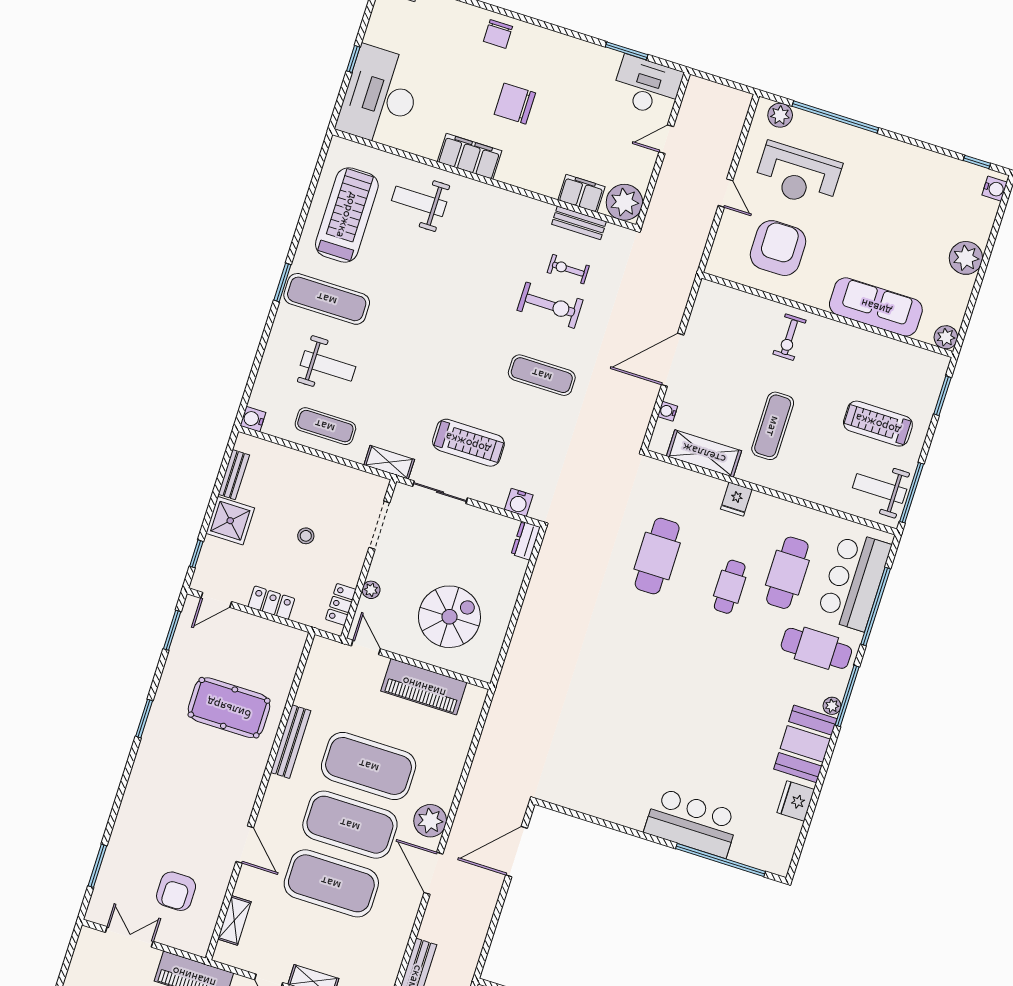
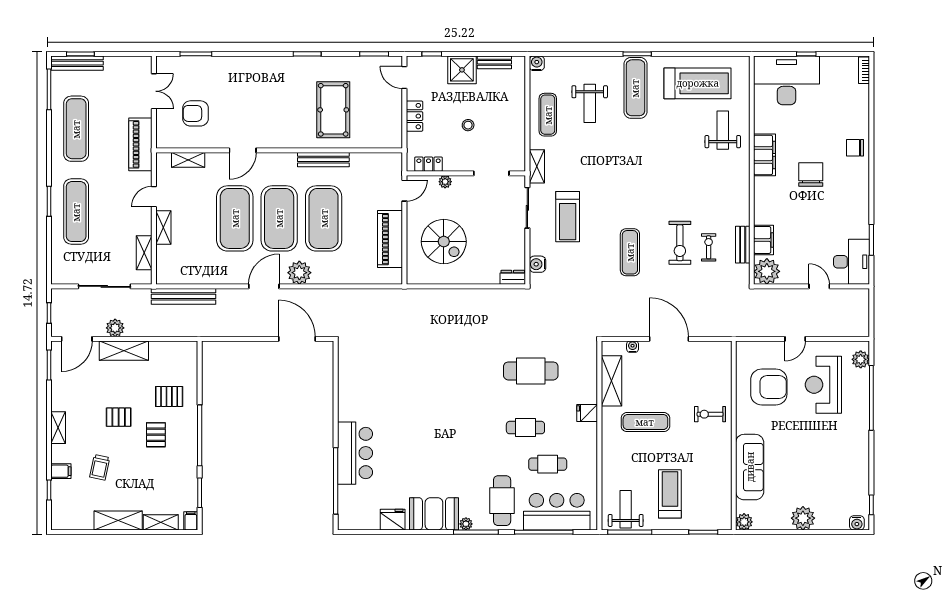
cafe table: (787, 573) -> (548, 464), width x0.73, depth x0.74

